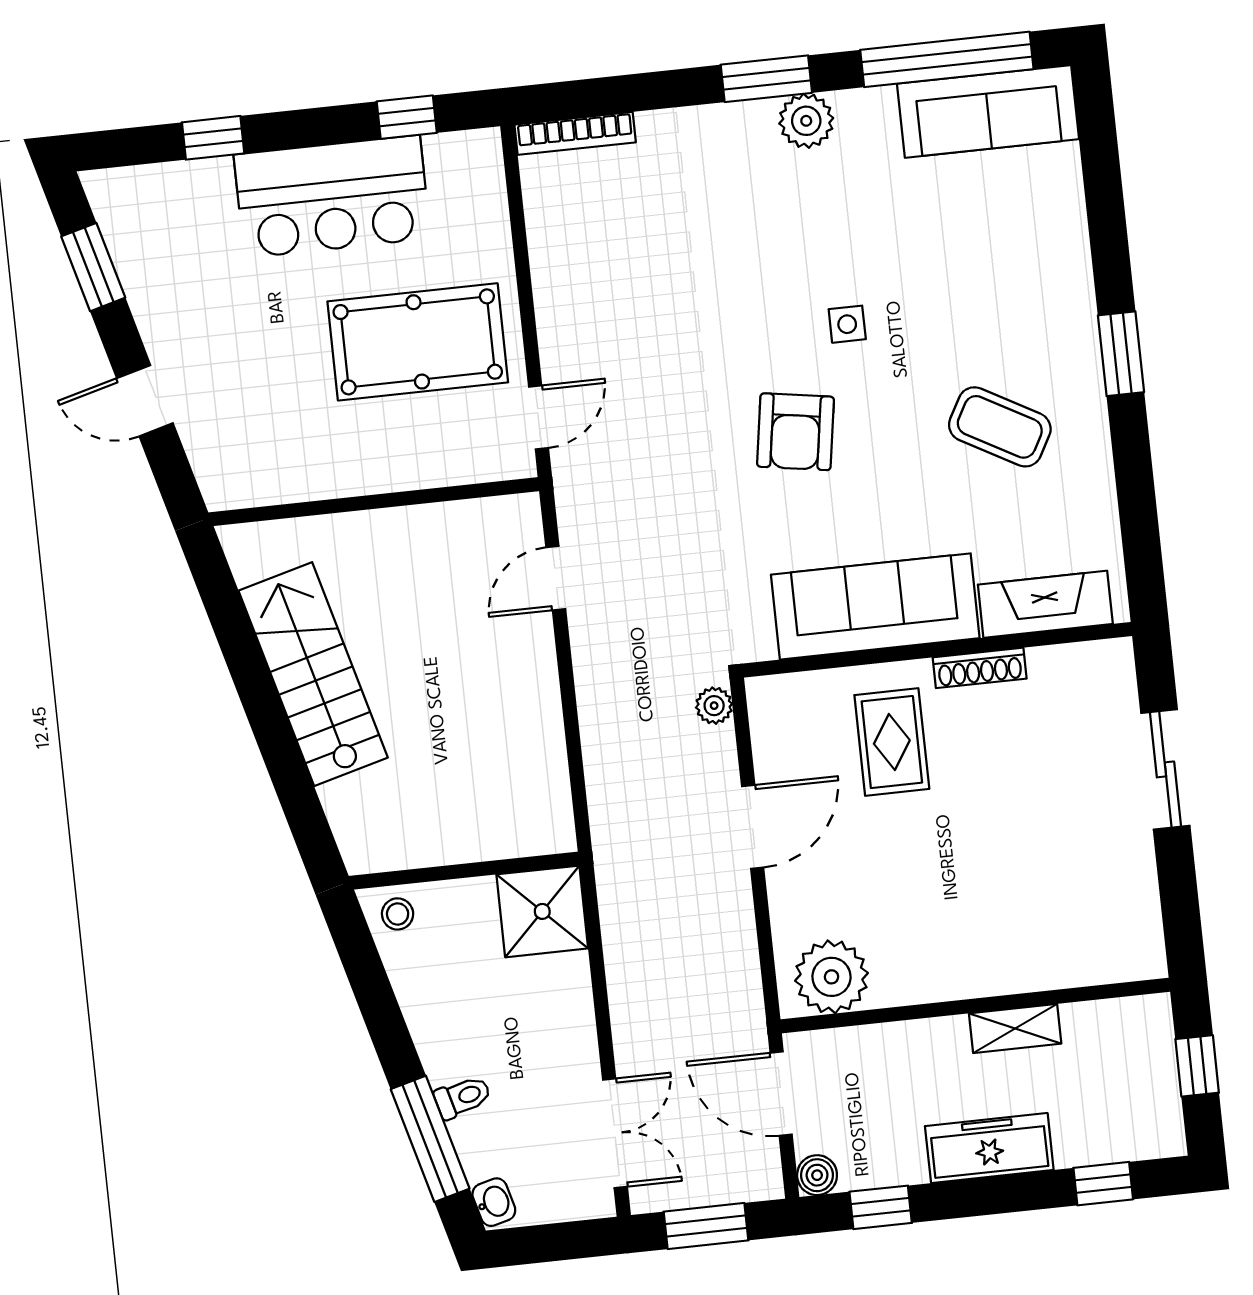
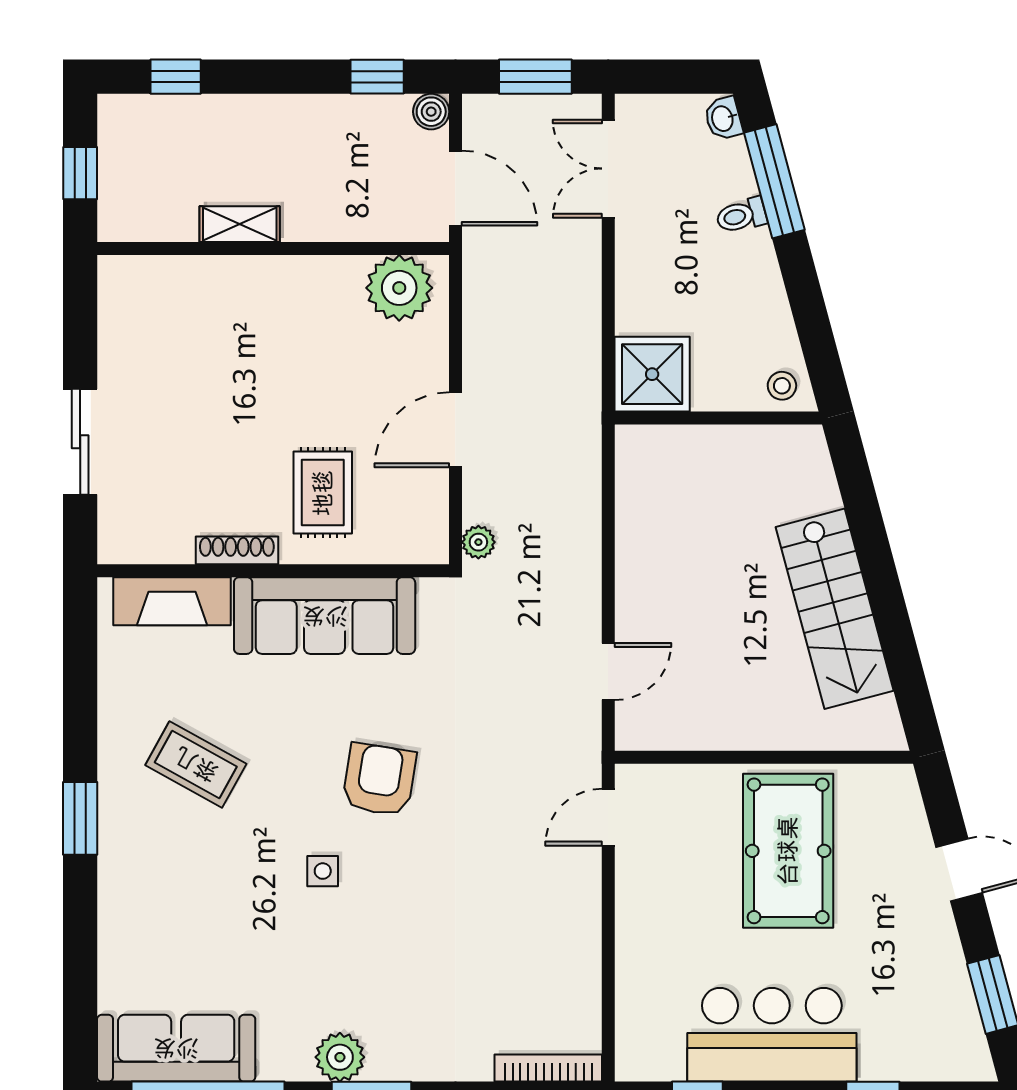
pool table: (418, 342) -> (788, 851), moved, turned 90
freezer: (989, 1148) -> (274, 119), removed

